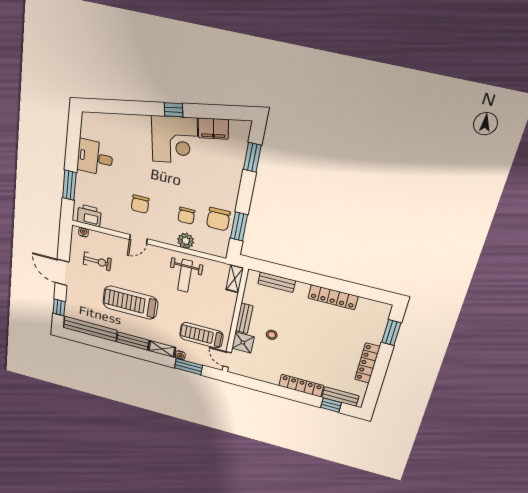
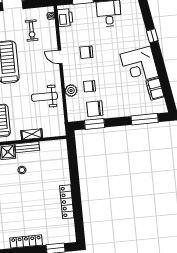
window: (174, 110) -> (152, 36), moved
window: (252, 157) -> (145, 119), width x1.44
shelving: (235, 279) -> (32, 134), moved
bench: (277, 282) -> (64, 161), removed

